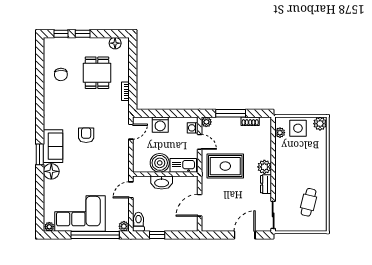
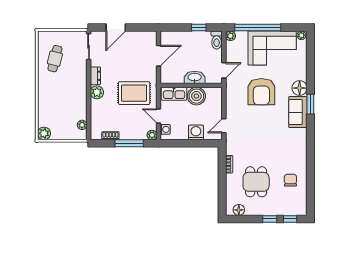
side table: (298, 128) -> (65, 129), removed
armchair: (86, 135) -> (261, 92), moved, width x1.88, depth x1.88

